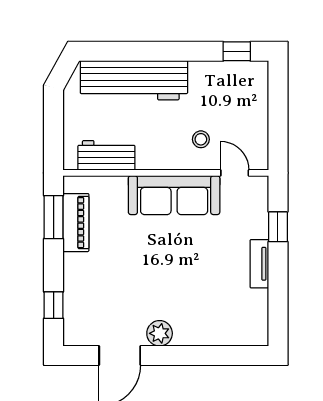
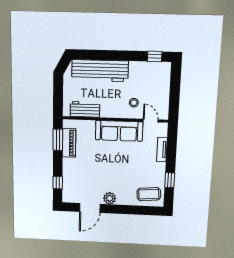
window: (278, 227) -> (170, 180), moved
tv unit: (259, 264) -> (162, 149), moved
coffee table: (238, 321) -> (149, 194), added

